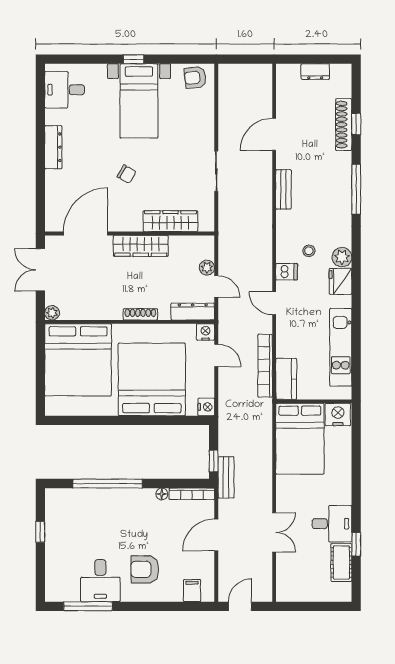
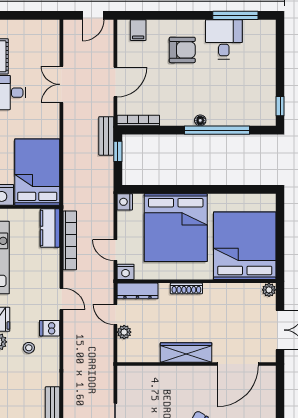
wardrobe: (171, 221) -> (158, 376), removed
floor lamp: (162, 494) -> (200, 120), moved
window: (40, 532) -> (280, 106), moved

